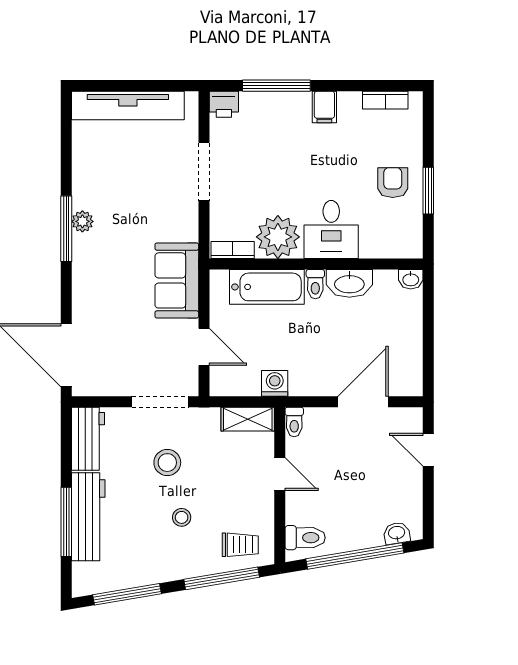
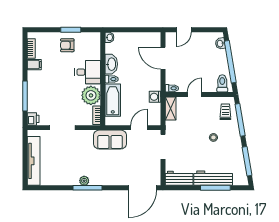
filing cabinet: (324, 107) -> (34, 65), moved
stool: (167, 463) -> (189, 144), removed

